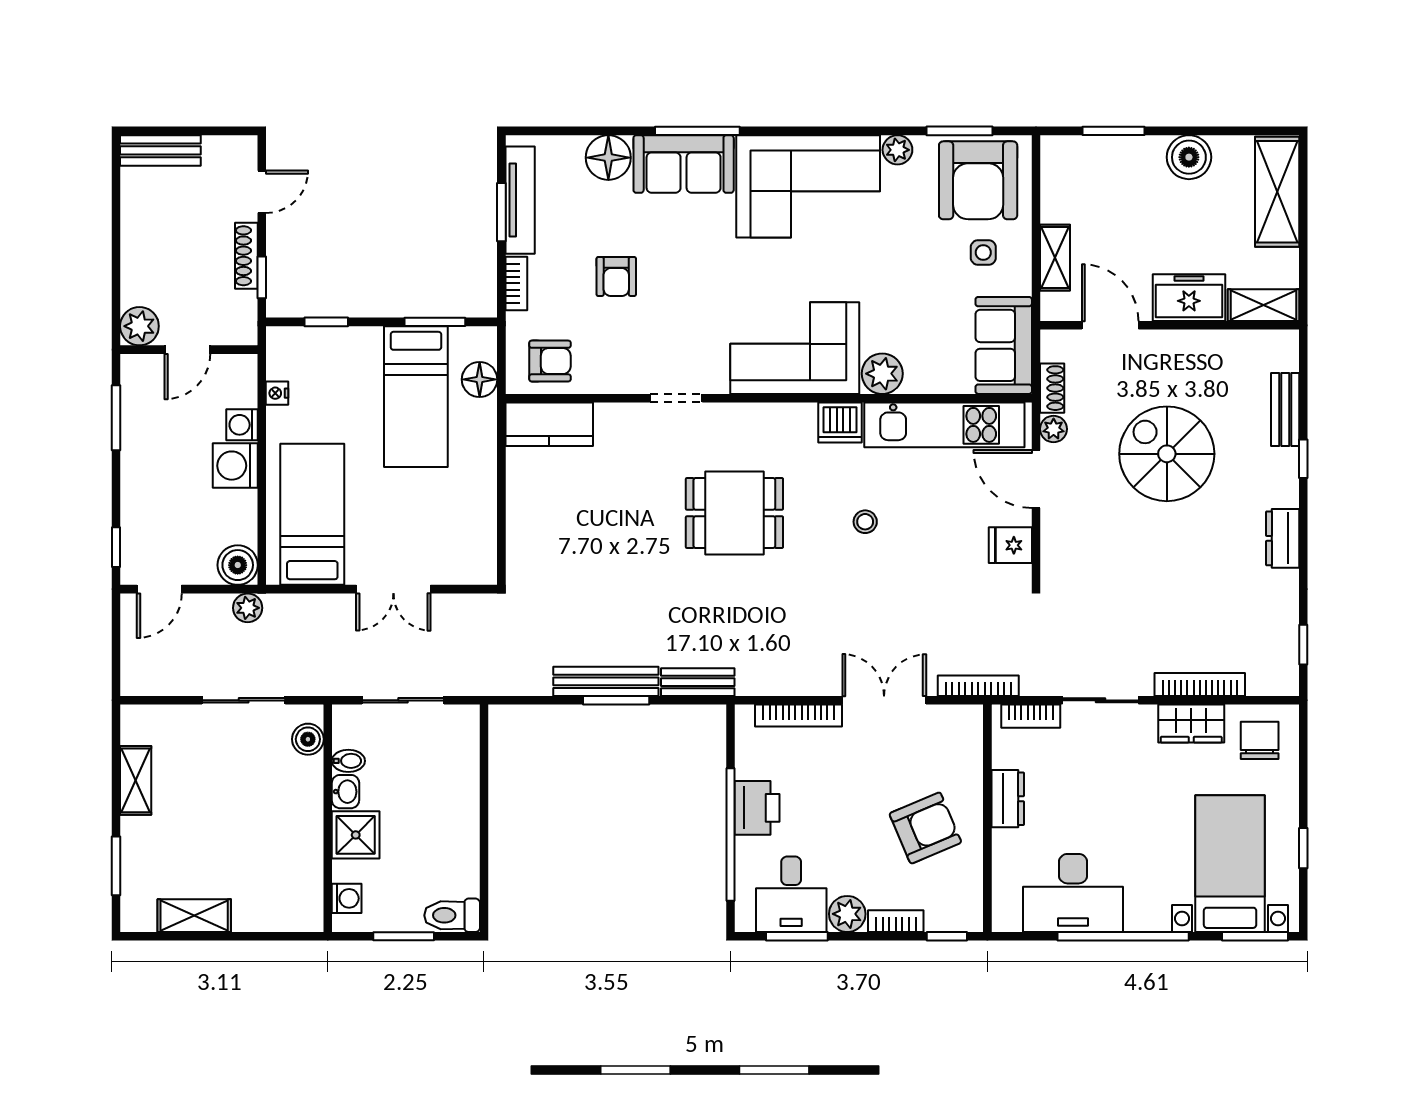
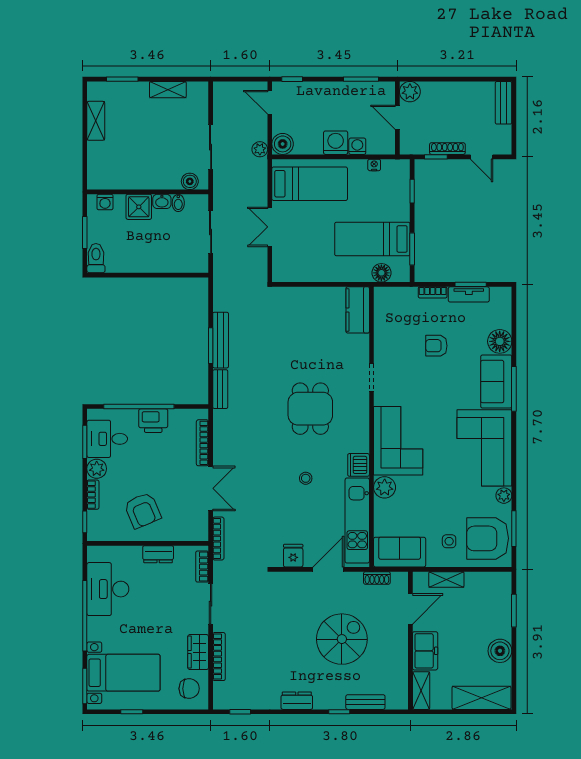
tv unit: (520, 200) -> (469, 294), width x0.71
armchair: (550, 361) -> (391, 310), removed
plant: (1054, 429) -> (355, 579), removed

